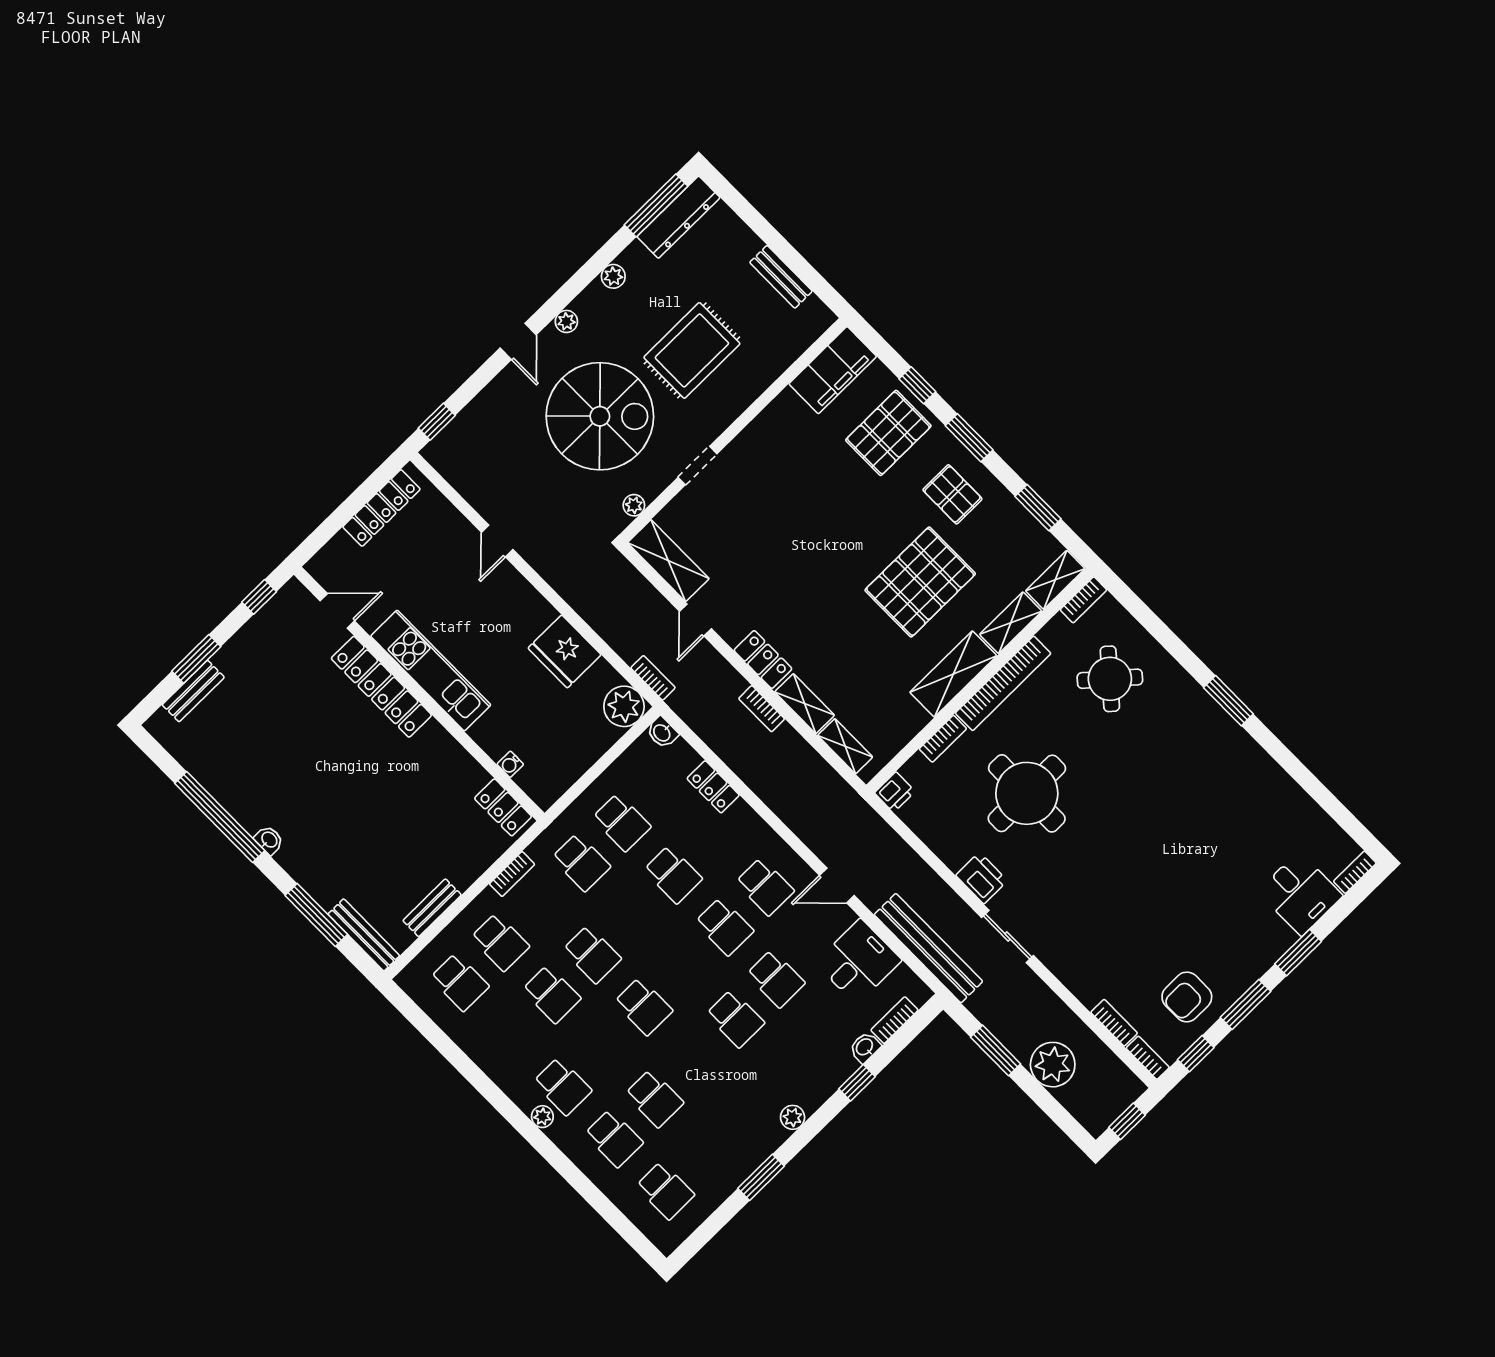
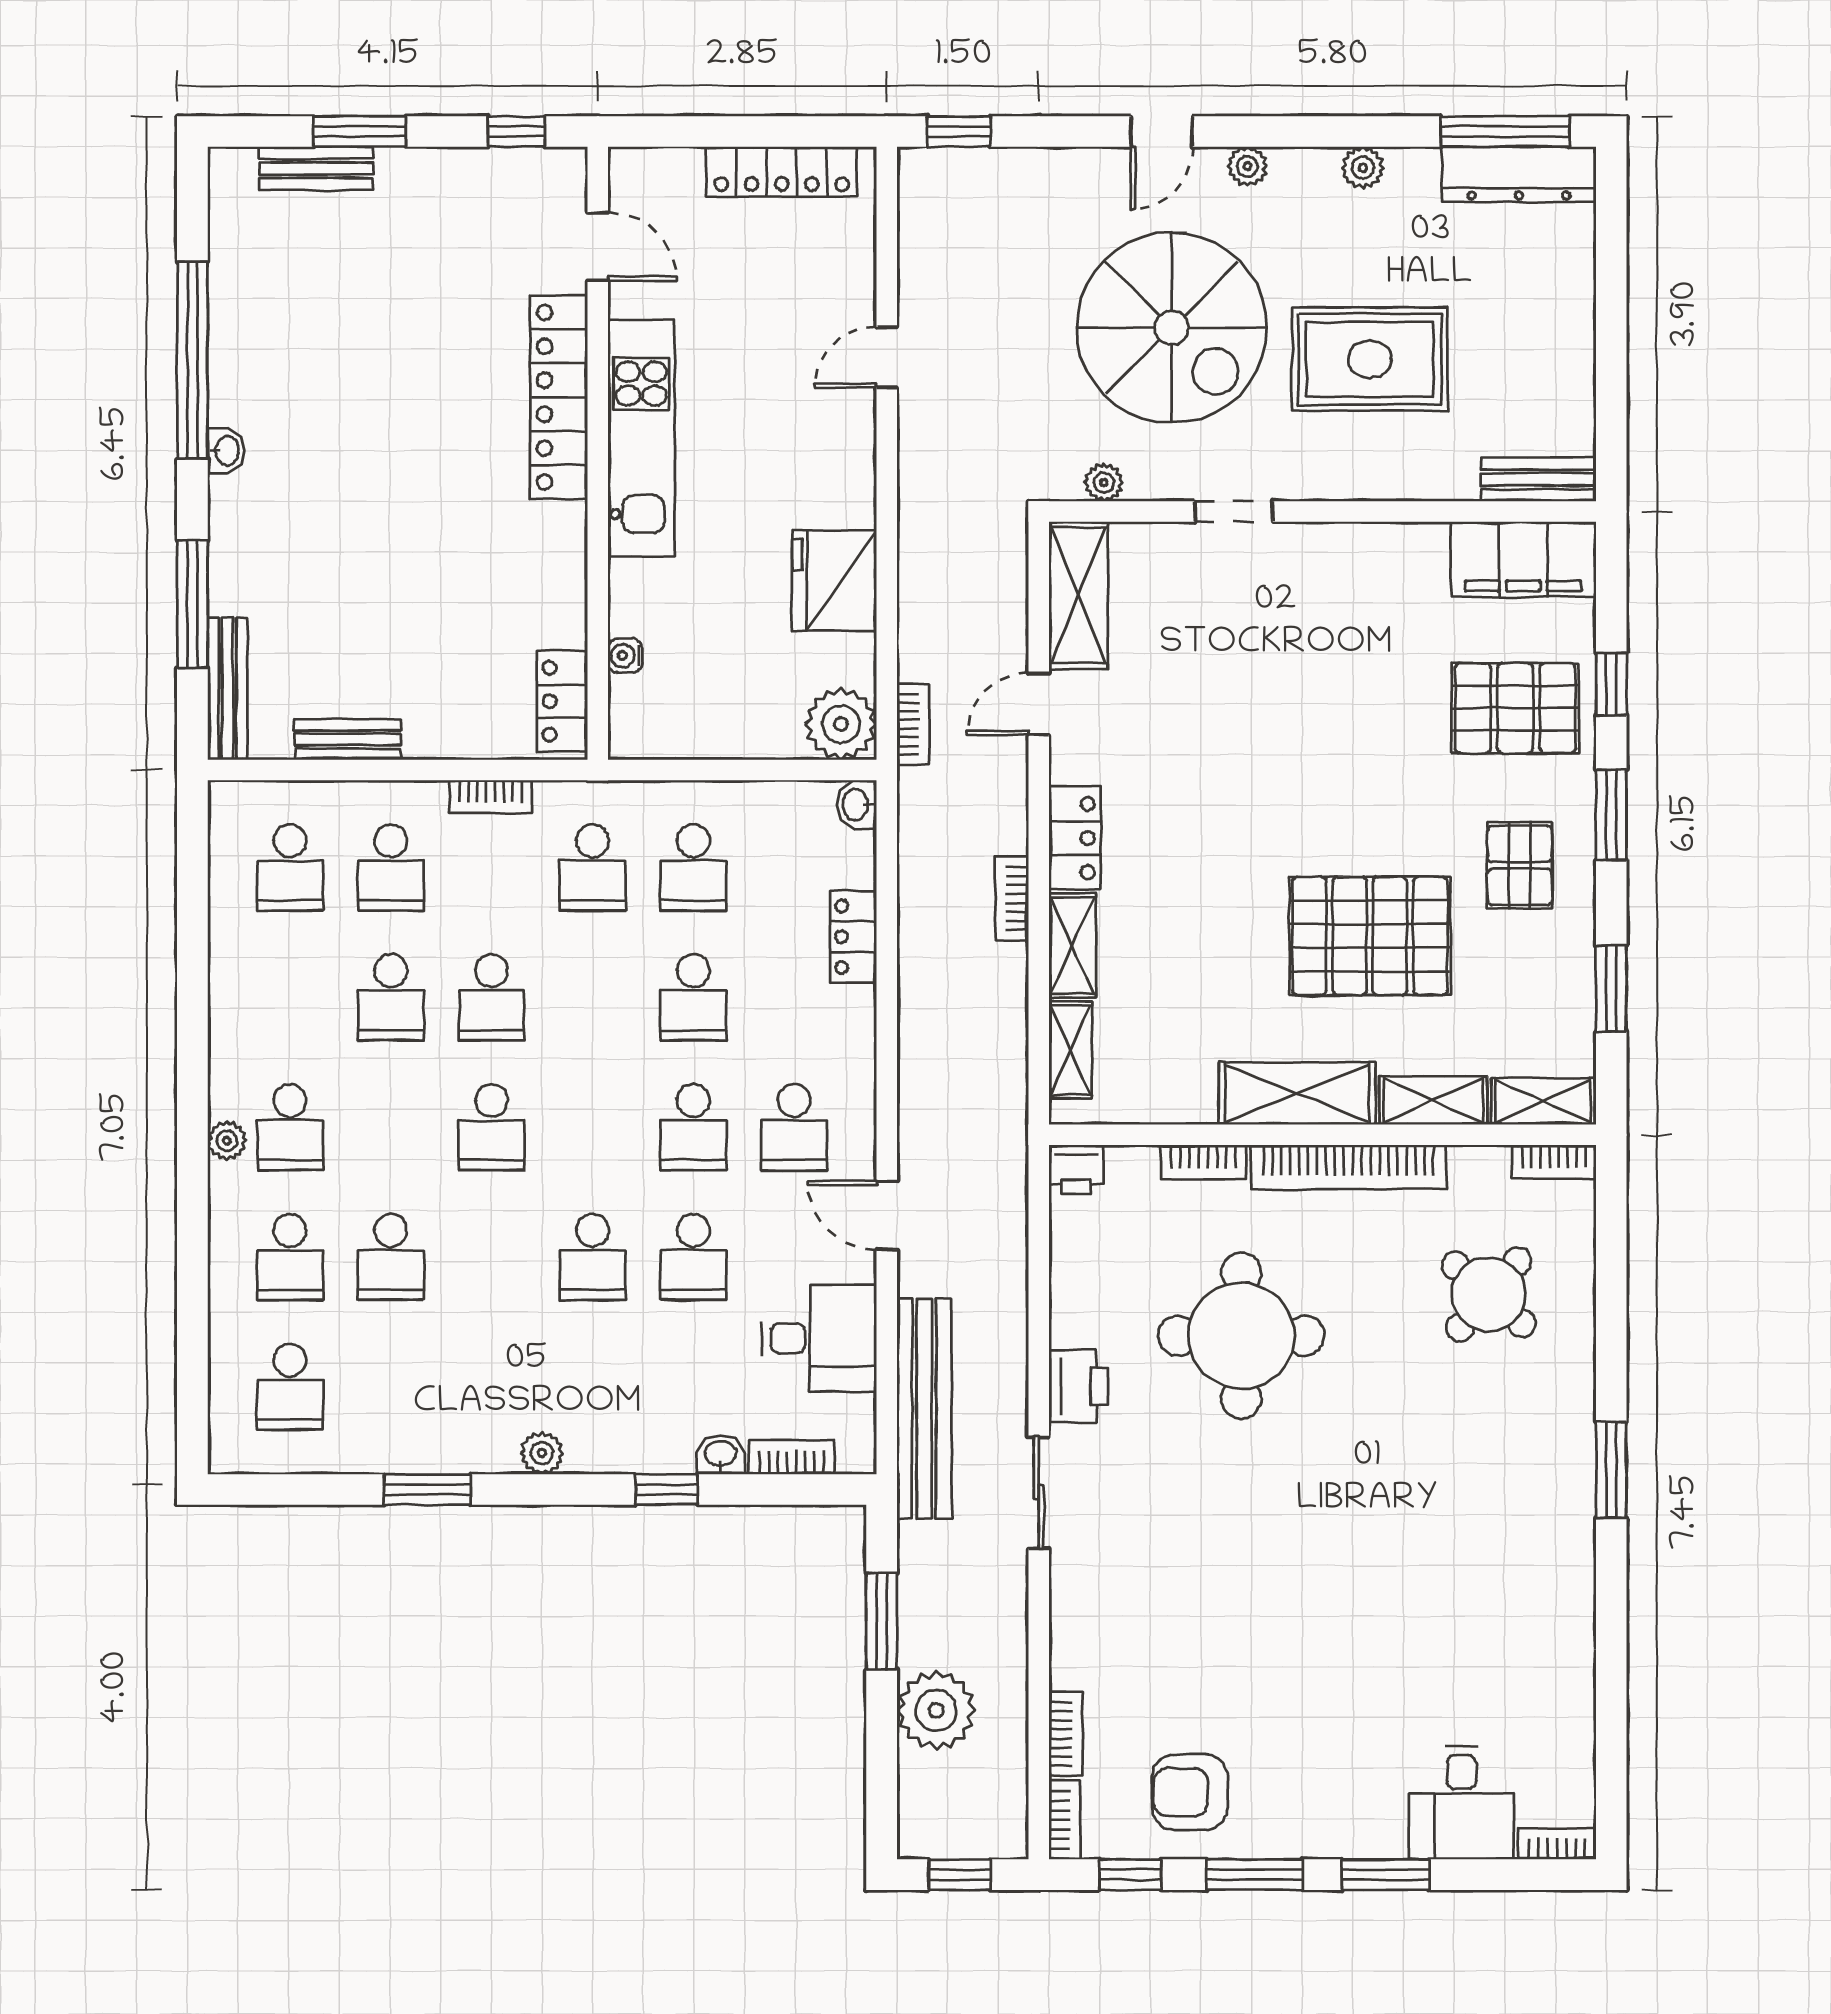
bench: (781, 277) -> (1539, 479), moved, turned 90

